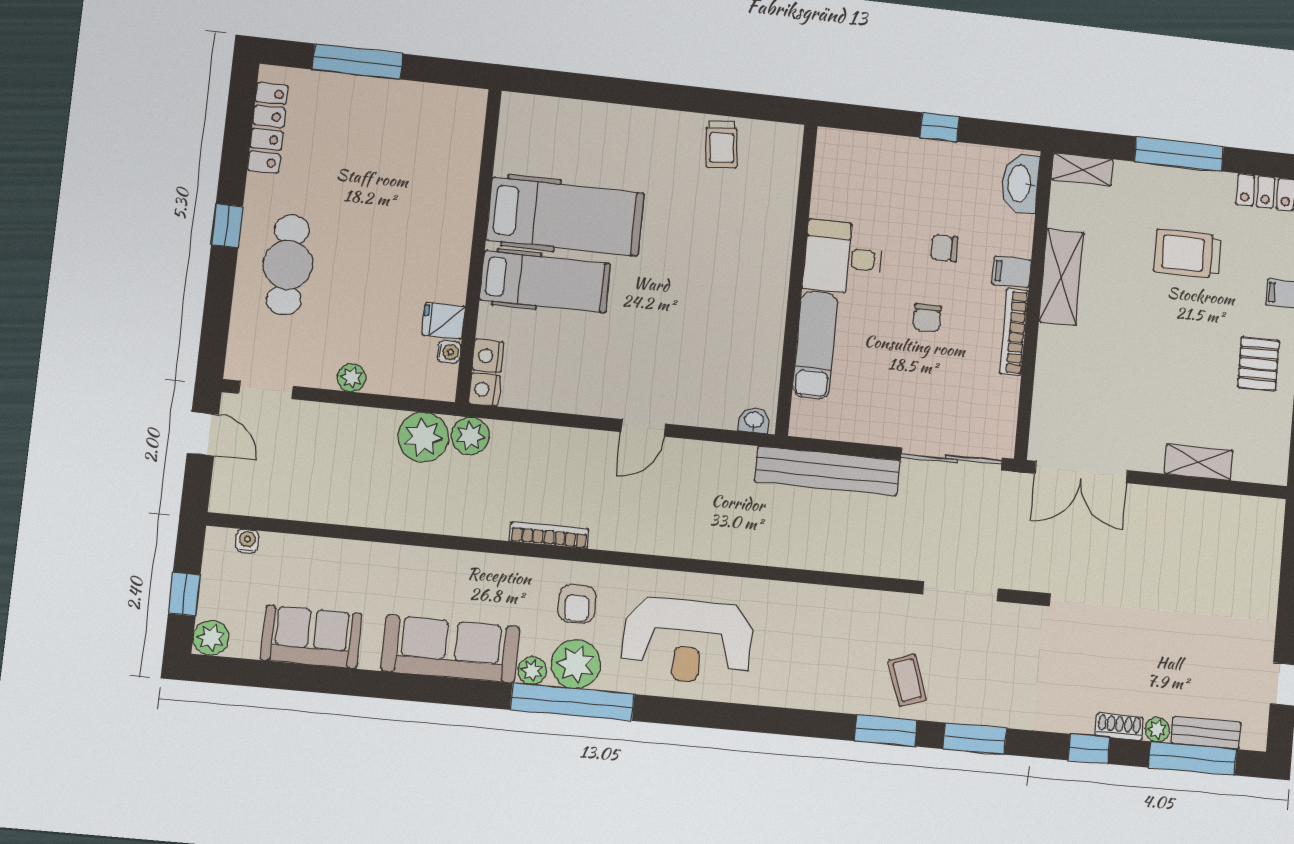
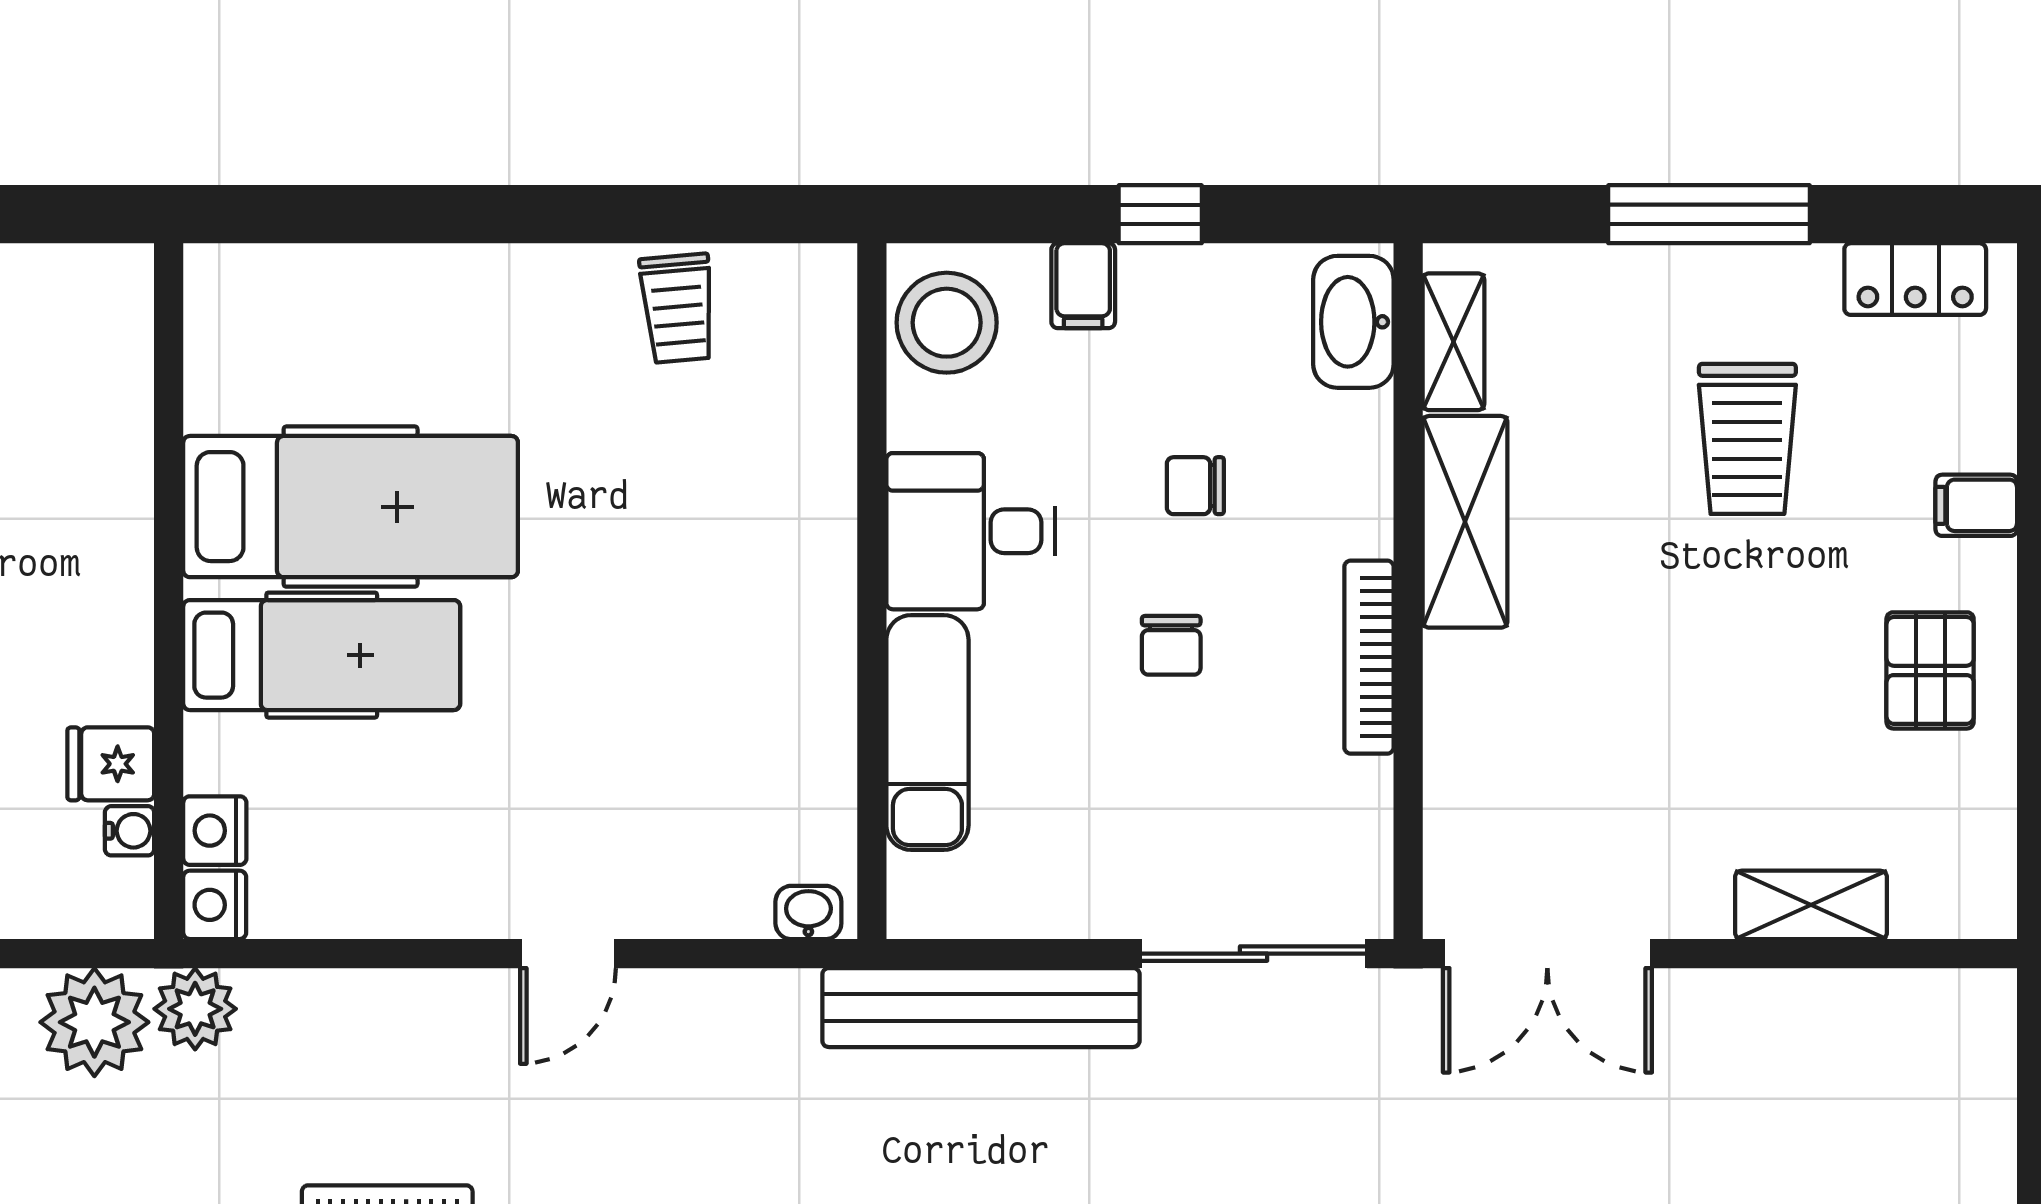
stool: (841, 164) -> (947, 323), added
shelving: (1082, 169) -> (1453, 342), moved, turned 90
trolley: (1188, 254) -> (1747, 439), turned -90
filing cabinet: (1011, 272) -> (1083, 286), moved, turned -90

